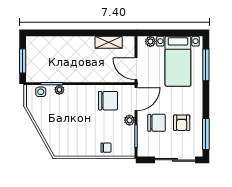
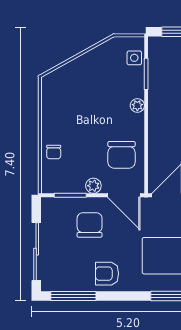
plant: (59, 90) -> (137, 106), moved
chair: (157, 123) -> (90, 225), turned 180
armchair: (182, 123) -> (107, 274), moved

